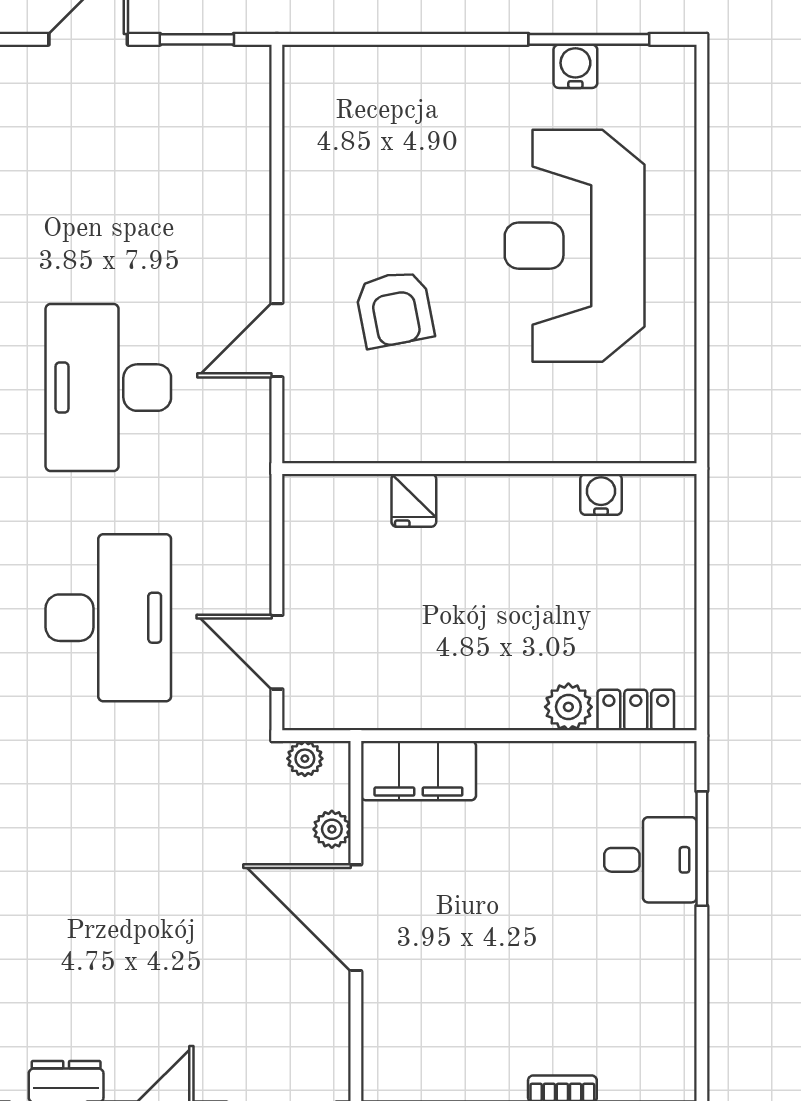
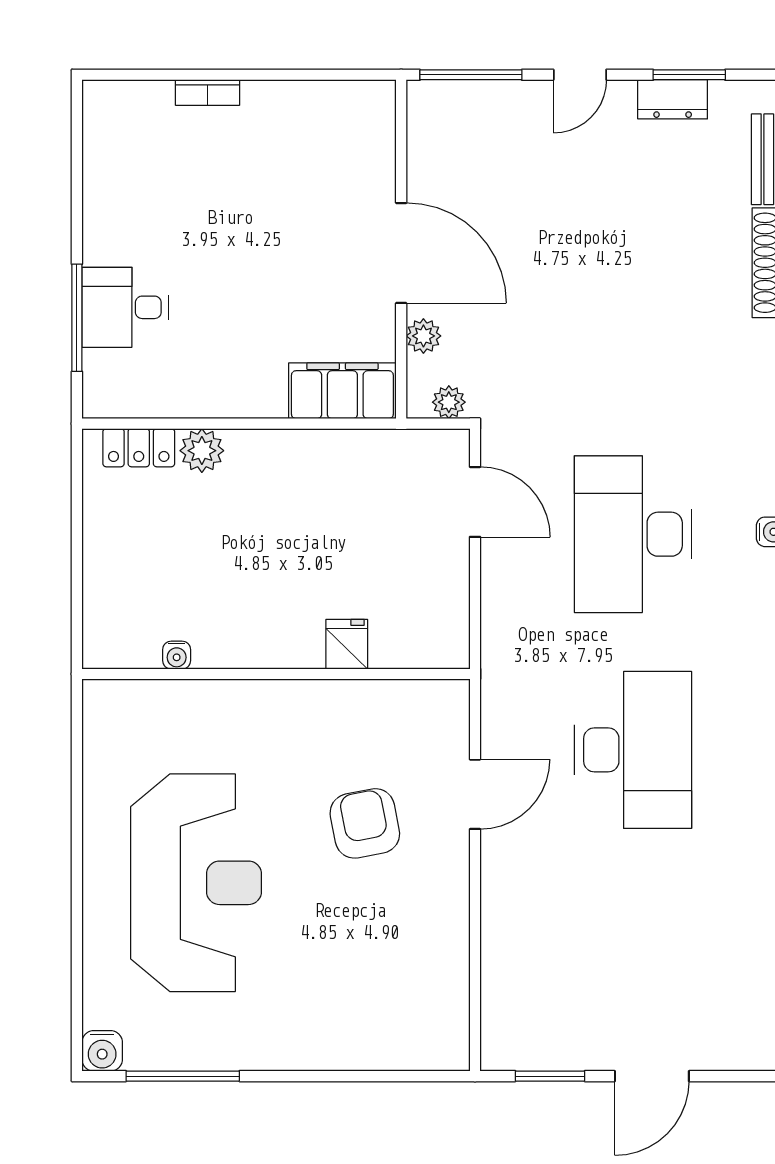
water cooler: (575, 66) -> (102, 1051), moved
water cooler: (601, 494) -> (177, 655), width x0.72, depth x0.72

